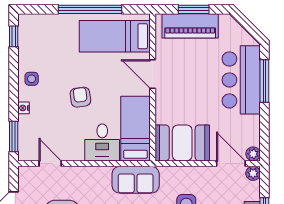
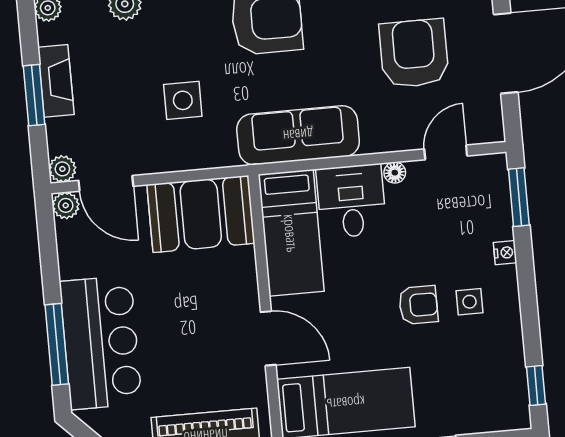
side table: (32, 79) -> (469, 302), moved
armchair: (80, 97) -> (418, 305), moved, turned -82
floor lamp: (78, 155) -> (395, 173), added
door: (50, 164) -> (446, 152), swing flipped
sofa: (136, 180) -> (298, 135), width x1.36

